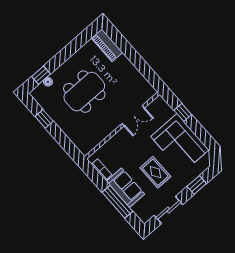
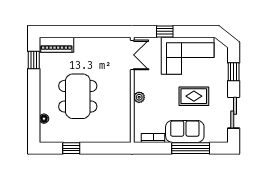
window: (41, 75) -> (34, 60), moved
double door: (133, 116) -> (132, 55), moved
plant: (121, 135) -> (139, 97), added

